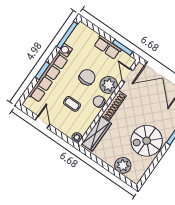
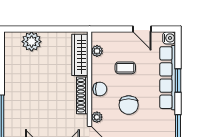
water cooler: (66, 50) -> (169, 38), moved
plant: (109, 85) -> (97, 117), width x0.53, depth x0.53
plant: (77, 137) -> (97, 51), moved
spiral stairs: (147, 141) -> (25, 83), removed

